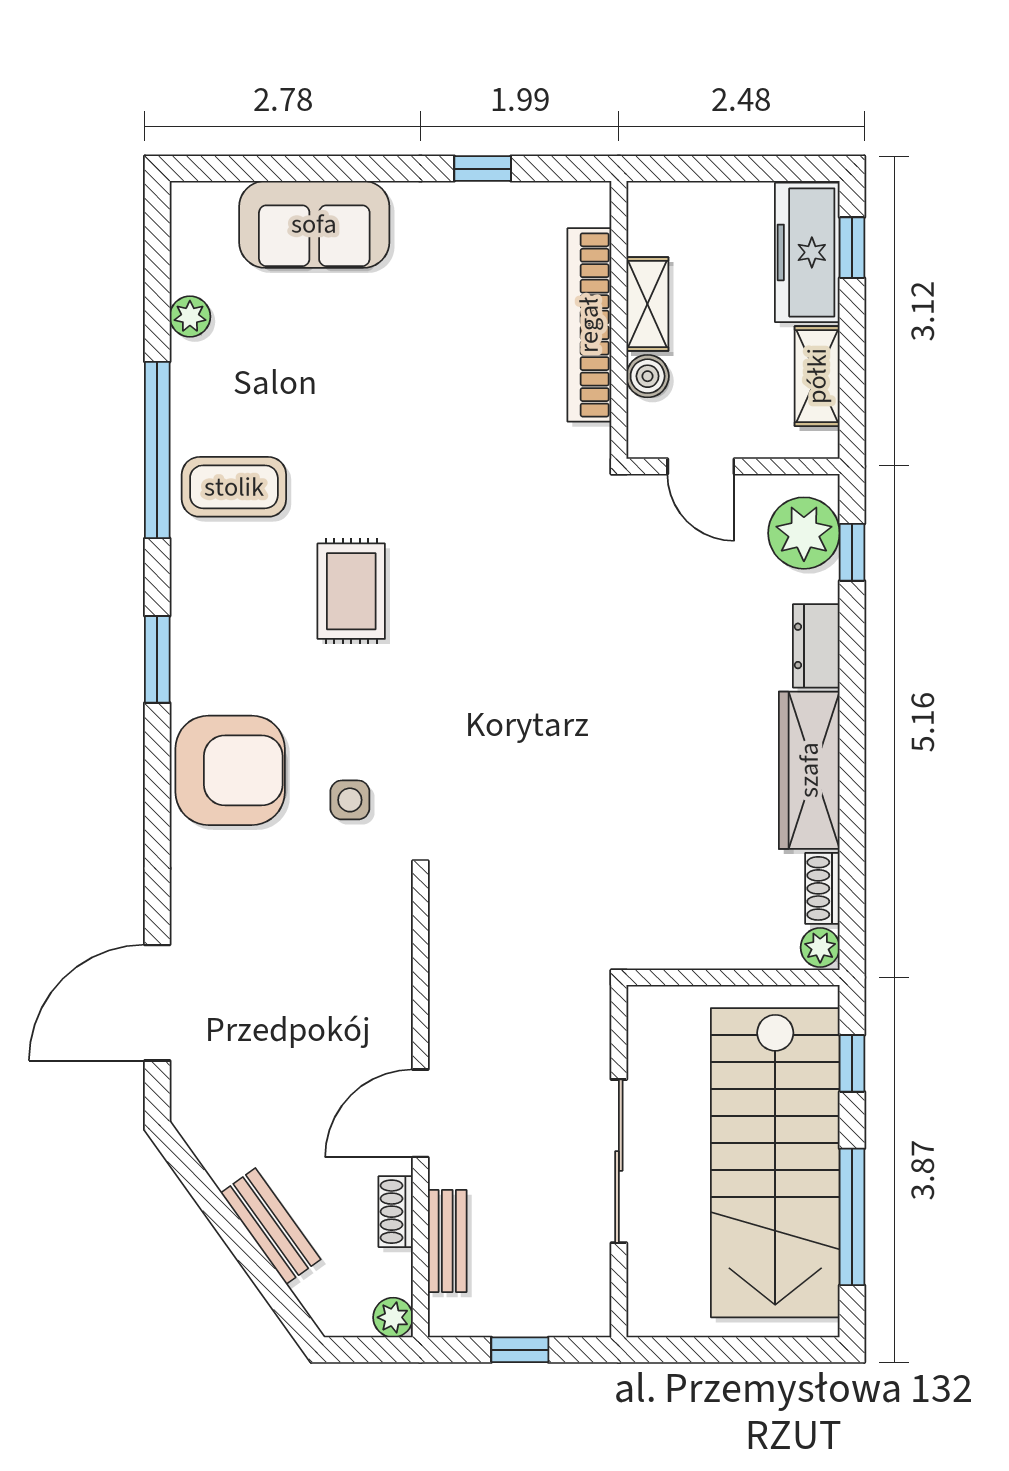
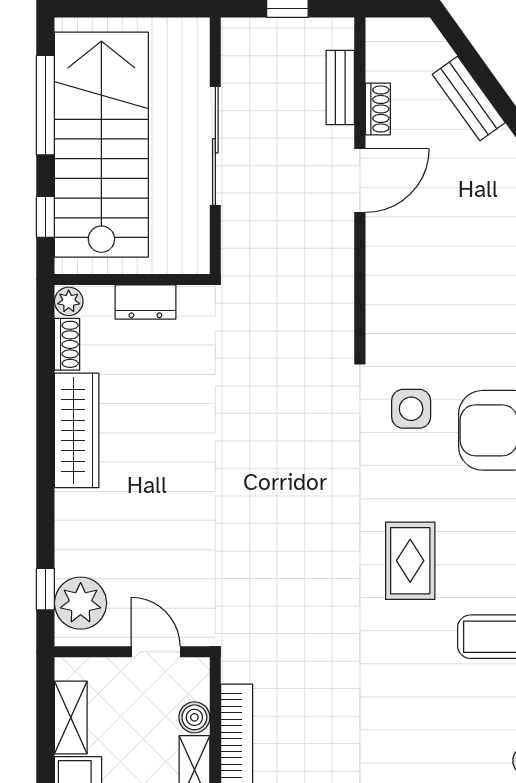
dresser: (816, 646) -> (145, 302), moved, turned 90
side table: (350, 800) -> (411, 409), width x1.37, depth x1.37
plant: (393, 1317) -> (380, 32), removed

